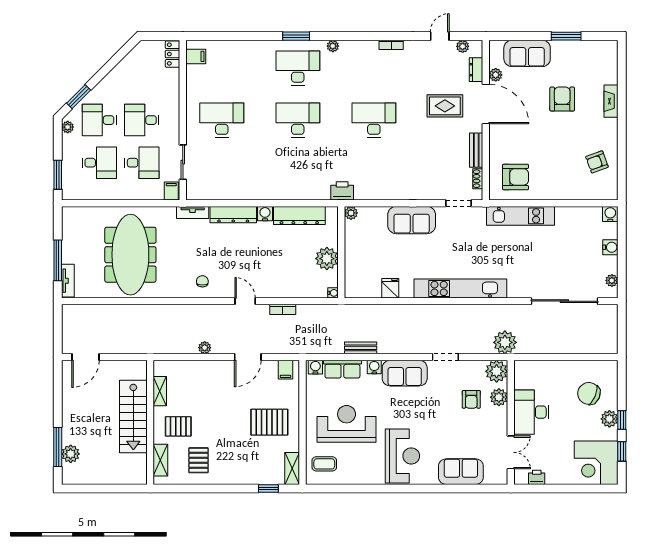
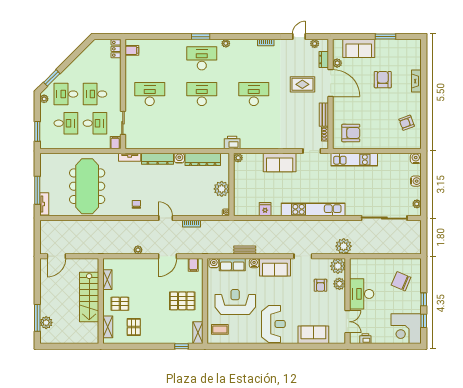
plant: (609, 419) -> (415, 299), removed

